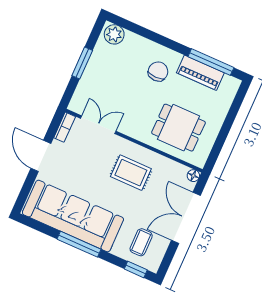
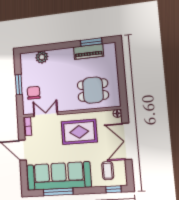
plant: (114, 34) -> (42, 57), moved
window: (211, 62) -> (91, 42), width x0.69
chair: (158, 72) -> (34, 93), moved
rug: (131, 173) -> (79, 132), width x1.36, depth x1.43
window: (79, 244) -> (58, 192), moved

